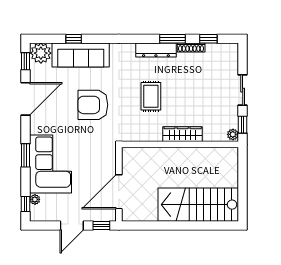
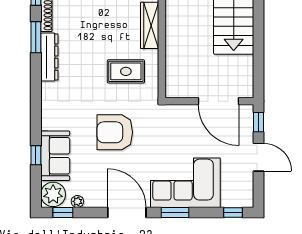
sofa: (81, 55) -> (55, 156), width x0.73
rug: (151, 96) -> (126, 71), moved
door: (26, 99) -> (127, 212), moved
armchair: (93, 105) -> (115, 132), turned 90
plant: (35, 199) -> (77, 201), moved

